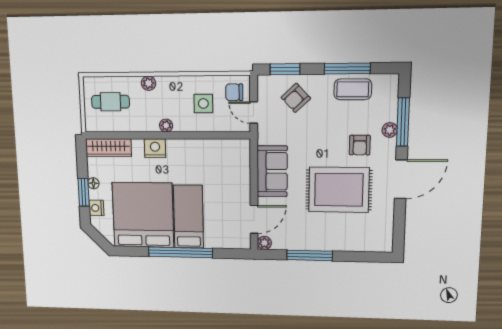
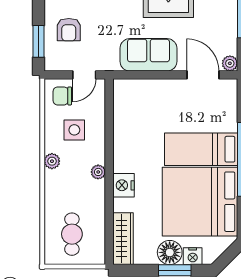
plant: (148, 83) -> (52, 161), moved
chair: (234, 92) -> (62, 96), turned 90
armchair: (296, 98) -> (69, 30), turned 43
floor lamp: (93, 183) -> (170, 252), width x1.89, depth x1.89

